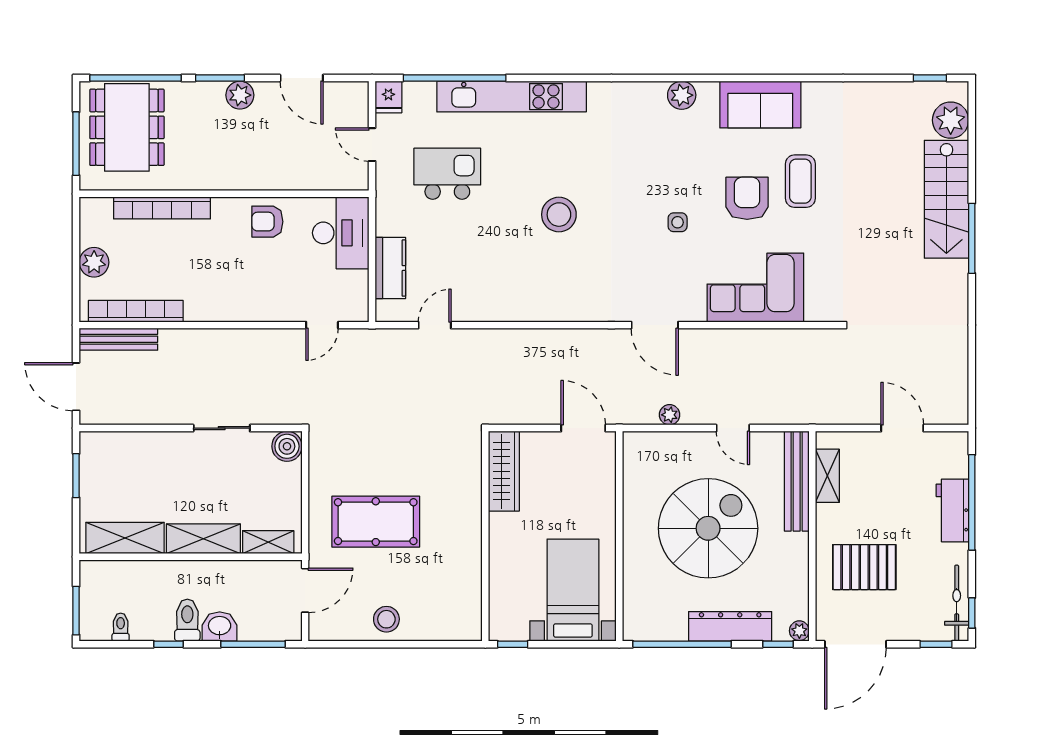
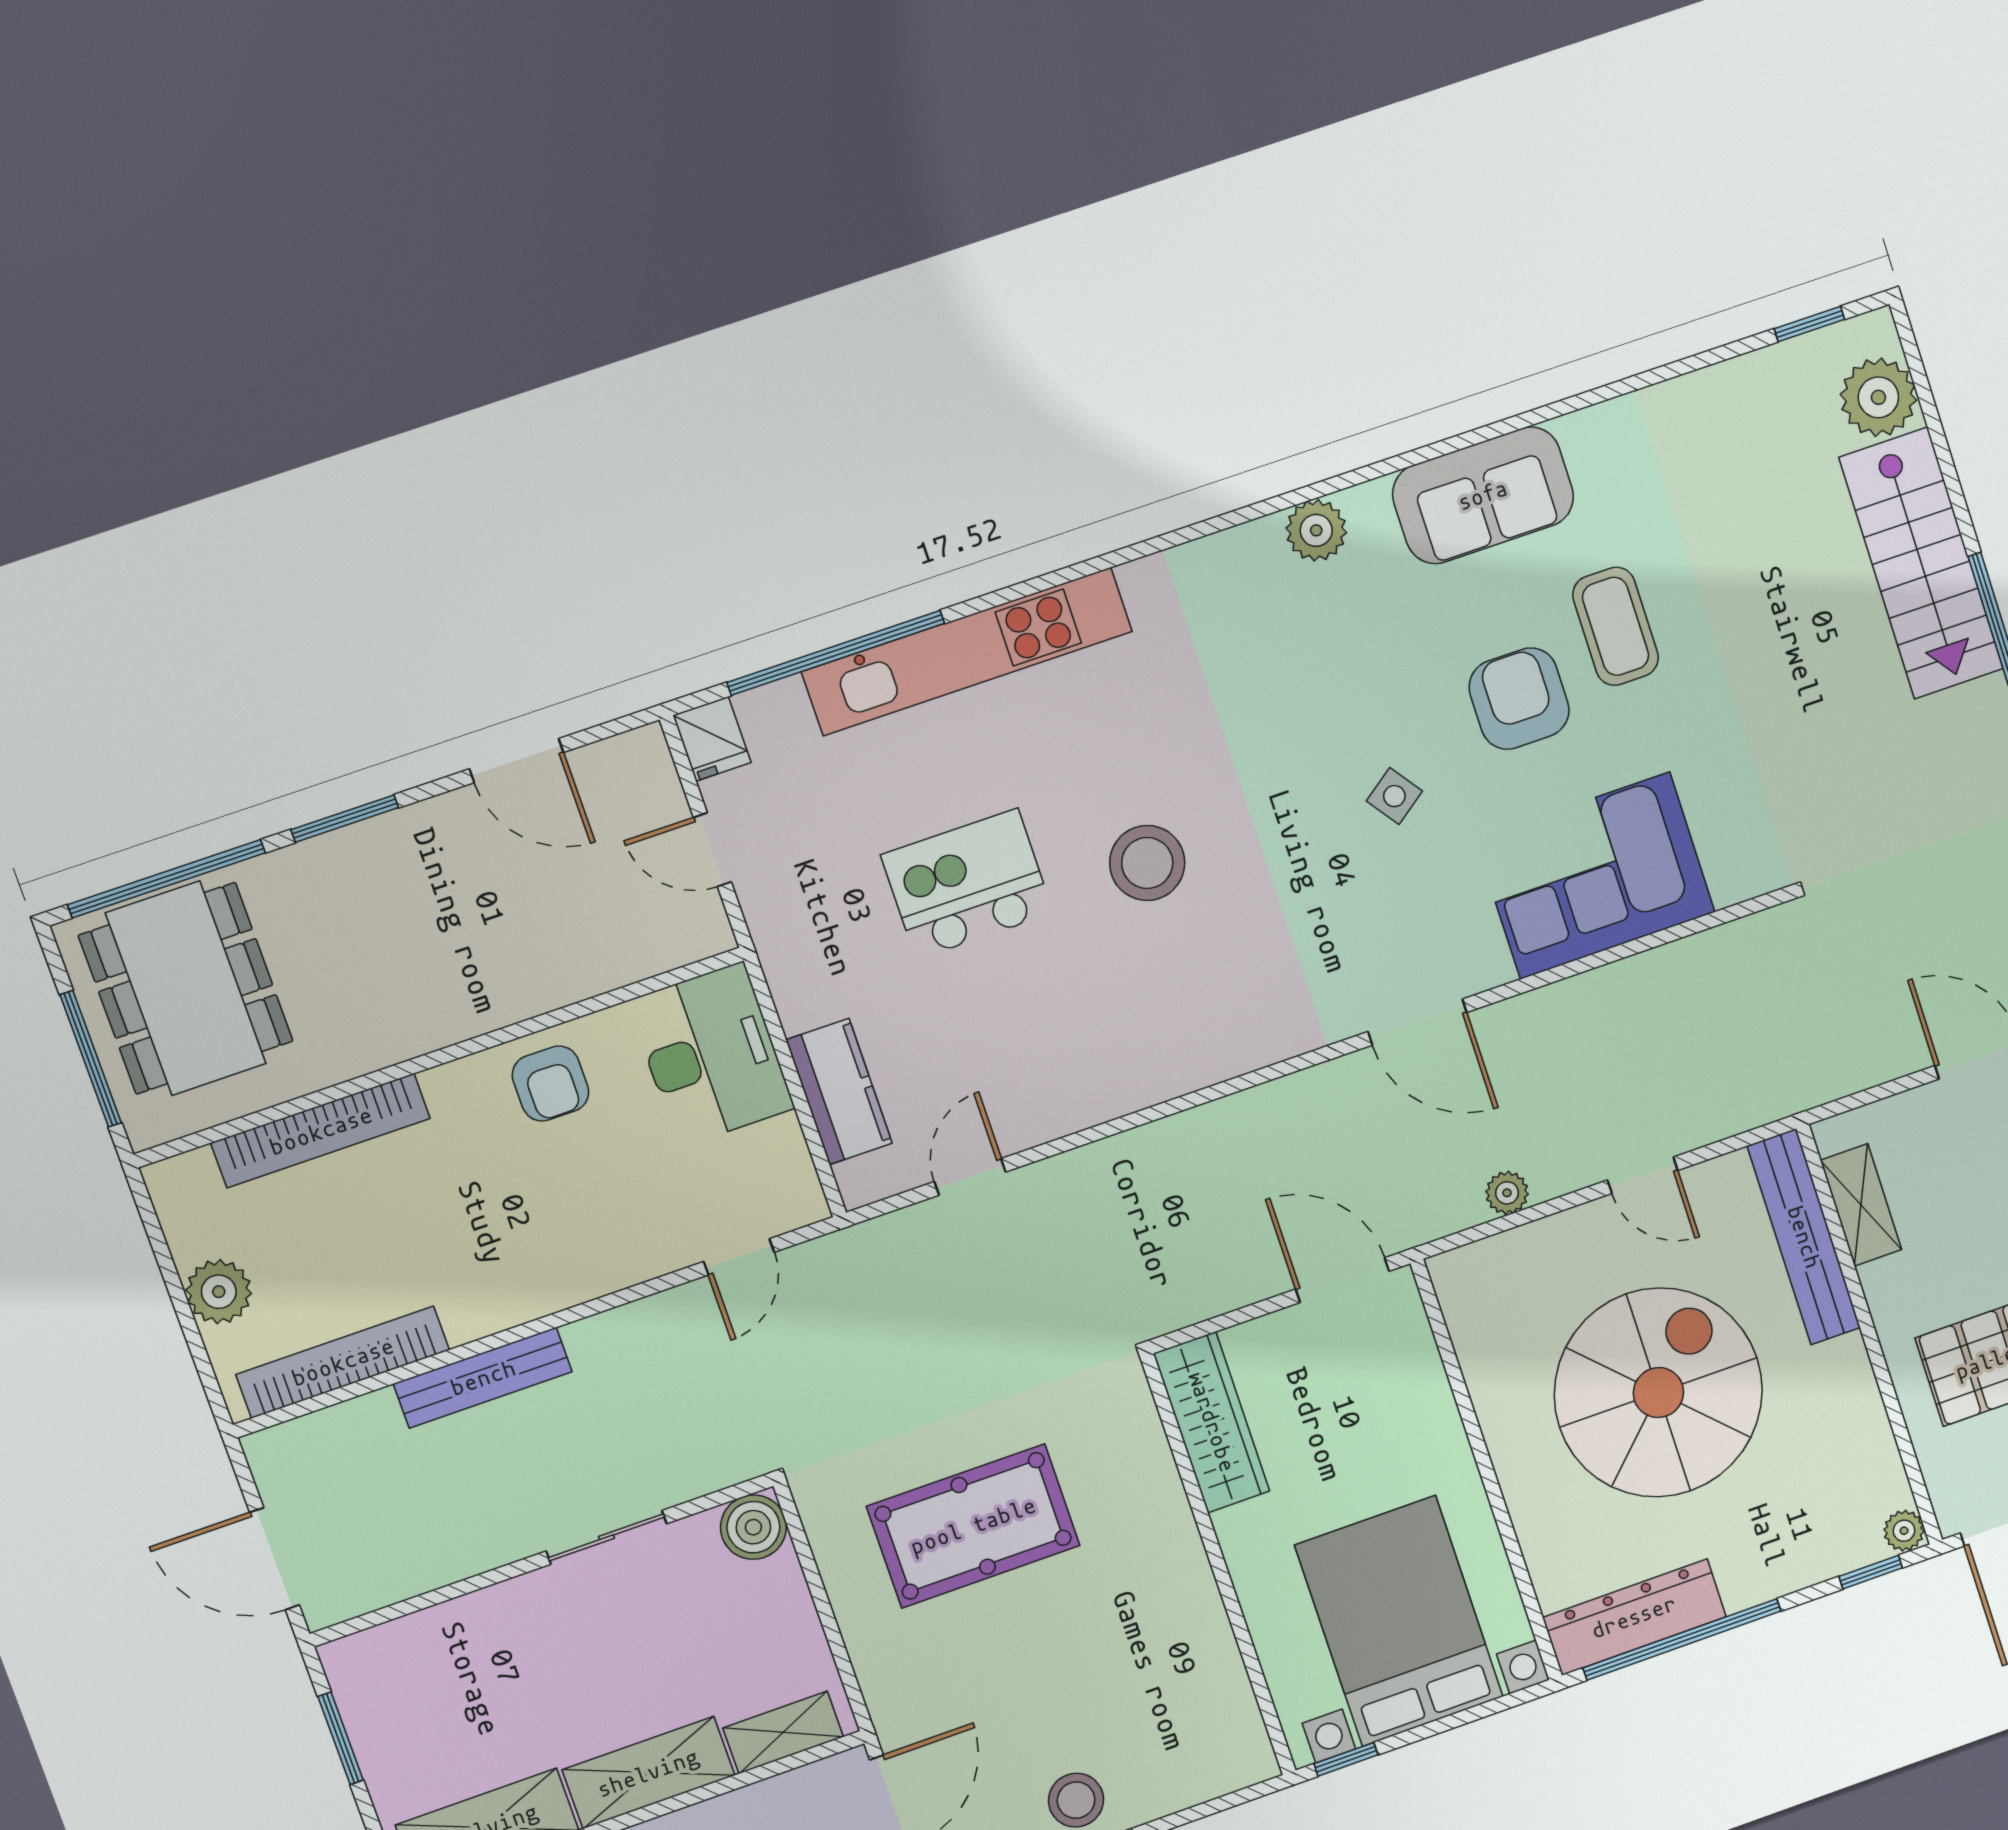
plant: (240, 95) -> (400, 840), removed
kitchen island: (447, 174) -> (967, 884), moved
armchair: (267, 222) -> (550, 1084), turned -90
side table: (678, 222) -> (1394, 796), turned -36
bench: (118, 339) -> (483, 1378), moved
pool table: (376, 522) -> (973, 1526), moved
bed with nightstands: (573, 590) -> (1399, 1621), width x1.36
dresser: (730, 626) -> (1634, 1617), moved

